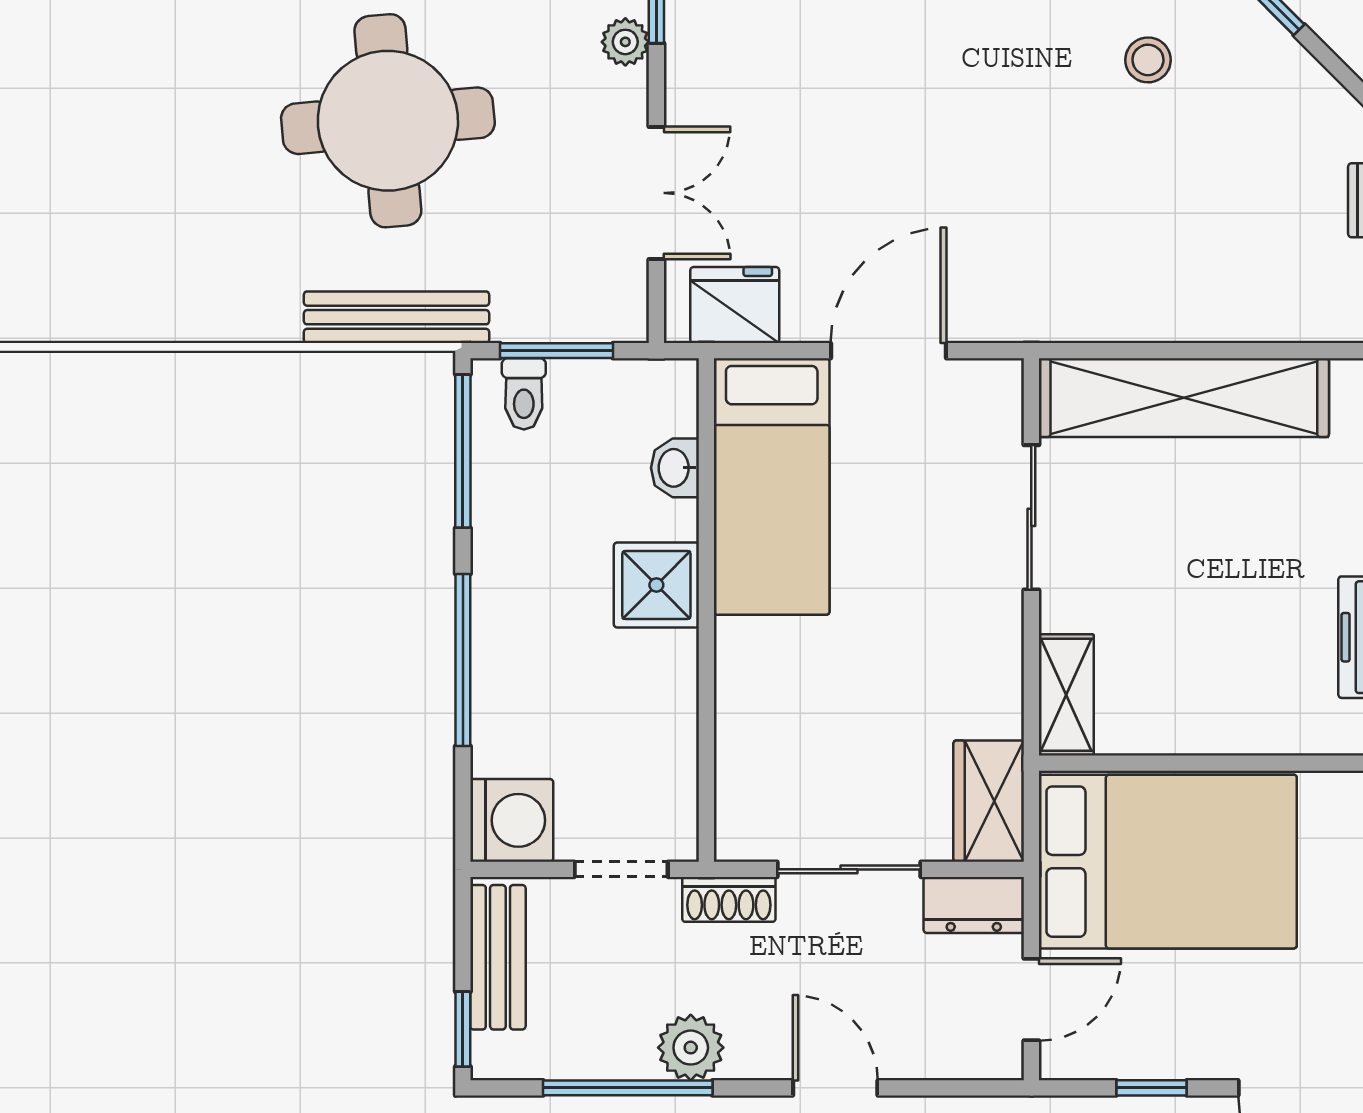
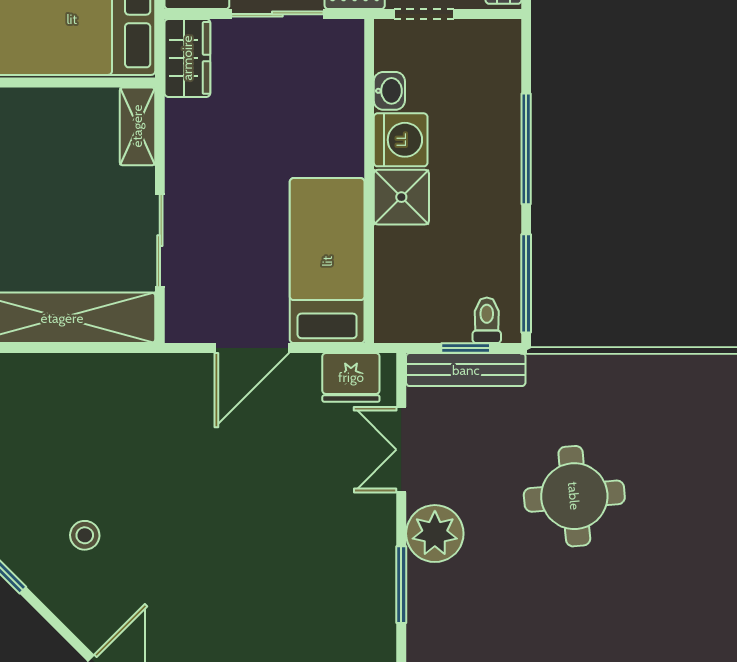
plant: (625, 42) -> (435, 534), width x1.88, depth x1.88
round table: (388, 121) -> (574, 496), width x0.73, depth x0.73
bench: (397, 317) -> (466, 370), moved
window: (557, 351) -> (466, 348), width x0.67
washbasin: (675, 468) -> (389, 91), moved
washing machine: (512, 820) -> (401, 140), moved, turned 180

